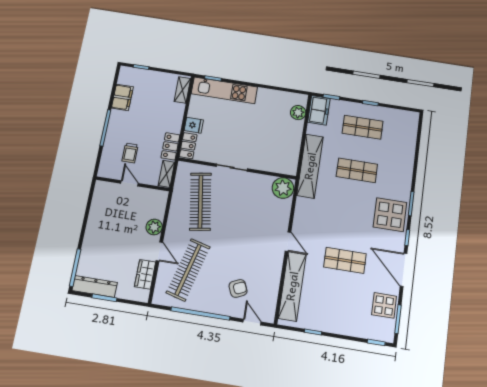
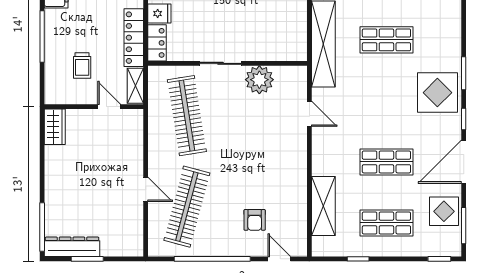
locker: (170, 146) -> (134, 38), width x1.53
door: (129, 183) -> (109, 107), moved
plant: (283, 188) -> (259, 80), moved
plant: (154, 227) -> (133, 159), removed
door: (288, 242) -> (309, 114), moved
door: (404, 270) -> (464, 162), hinge flipped
wardrobe: (145, 274) -> (55, 127), moved, turned 180
shelving: (292, 286) -> (323, 206), width x0.68
armchair: (238, 288) -> (255, 220), turned 114
shop shelf: (339, 307) -> (386, 223), added

